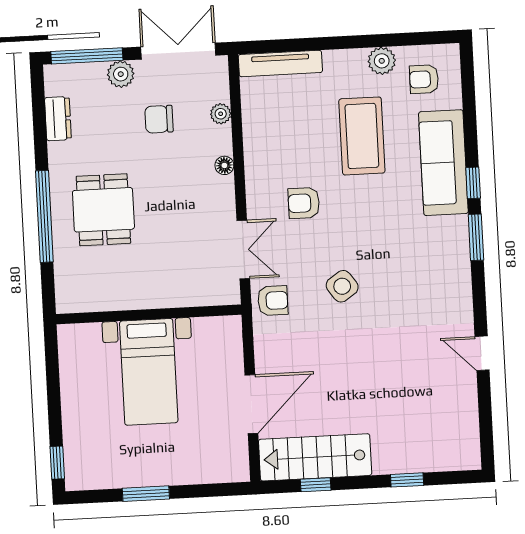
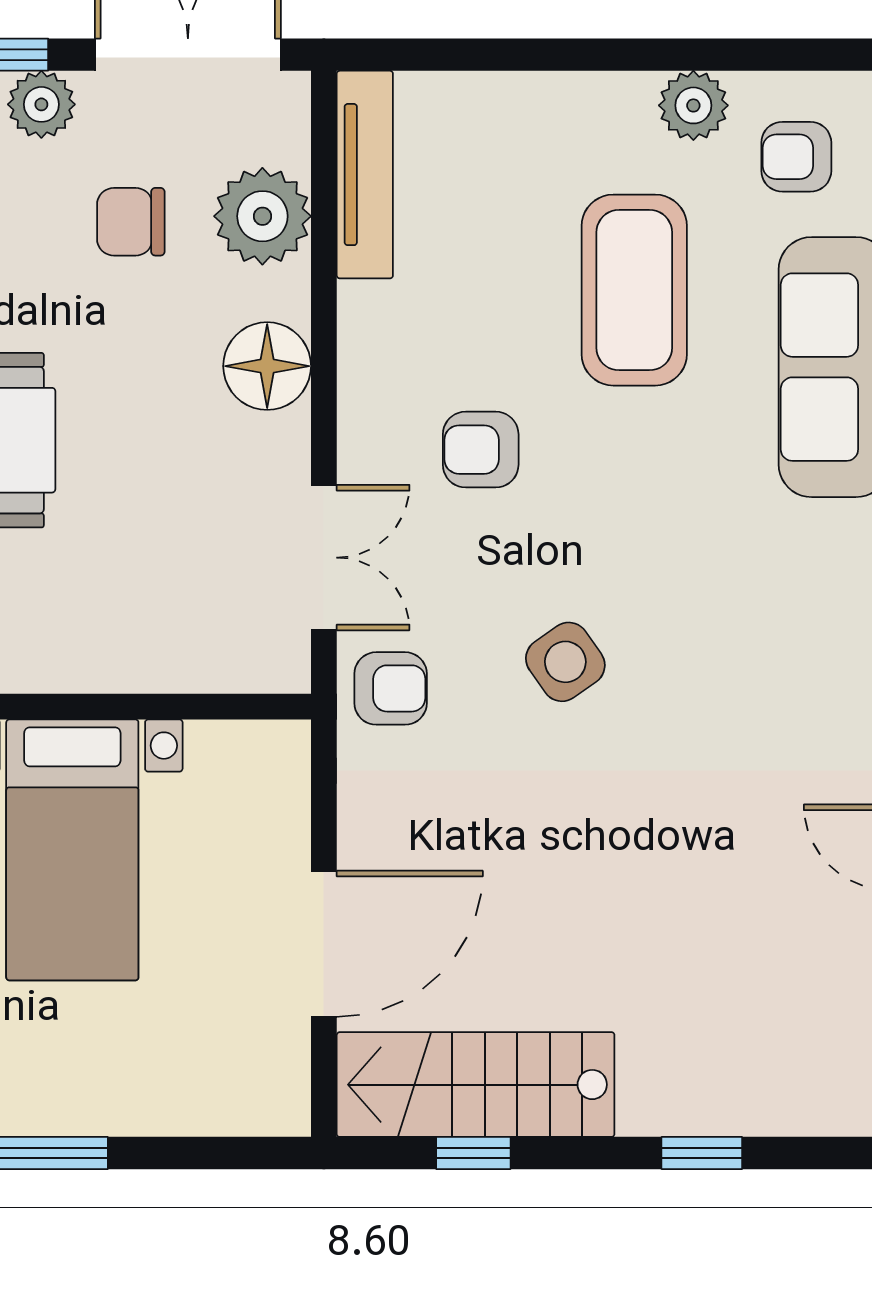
tv unit: (280, 64) -> (365, 175), moved, turned -90
plant: (221, 114) -> (262, 216), width x1.88, depth x1.88
floor lamp: (224, 165) -> (267, 366), width x1.89, depth x1.89

